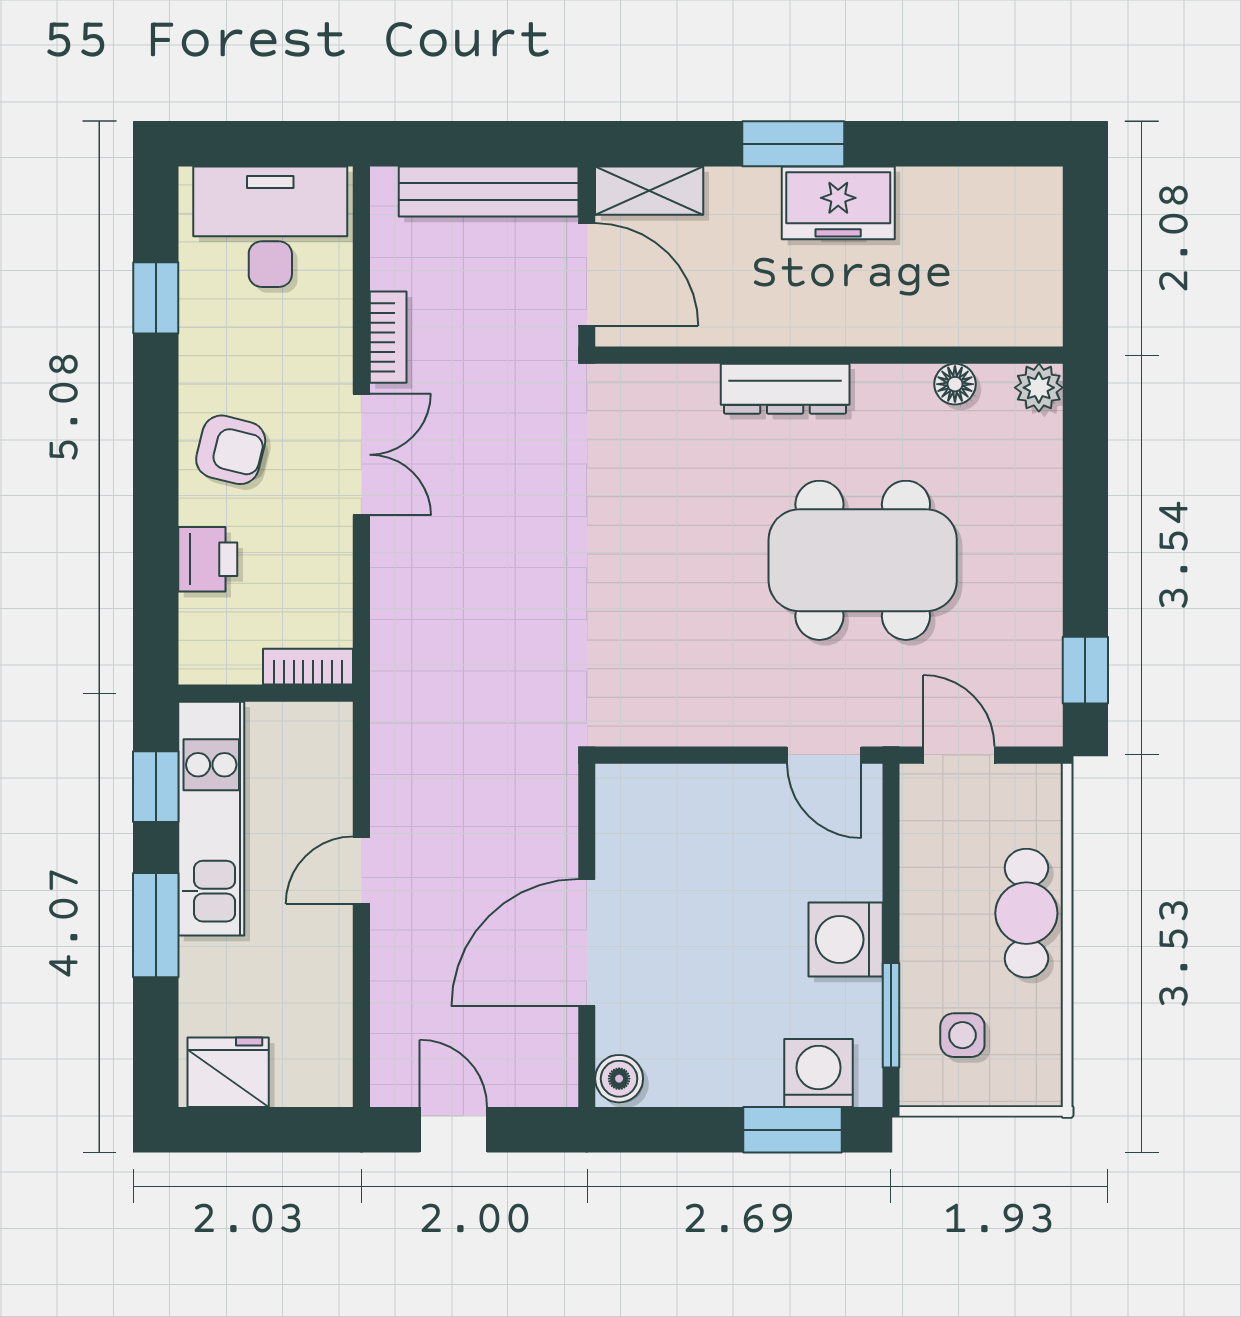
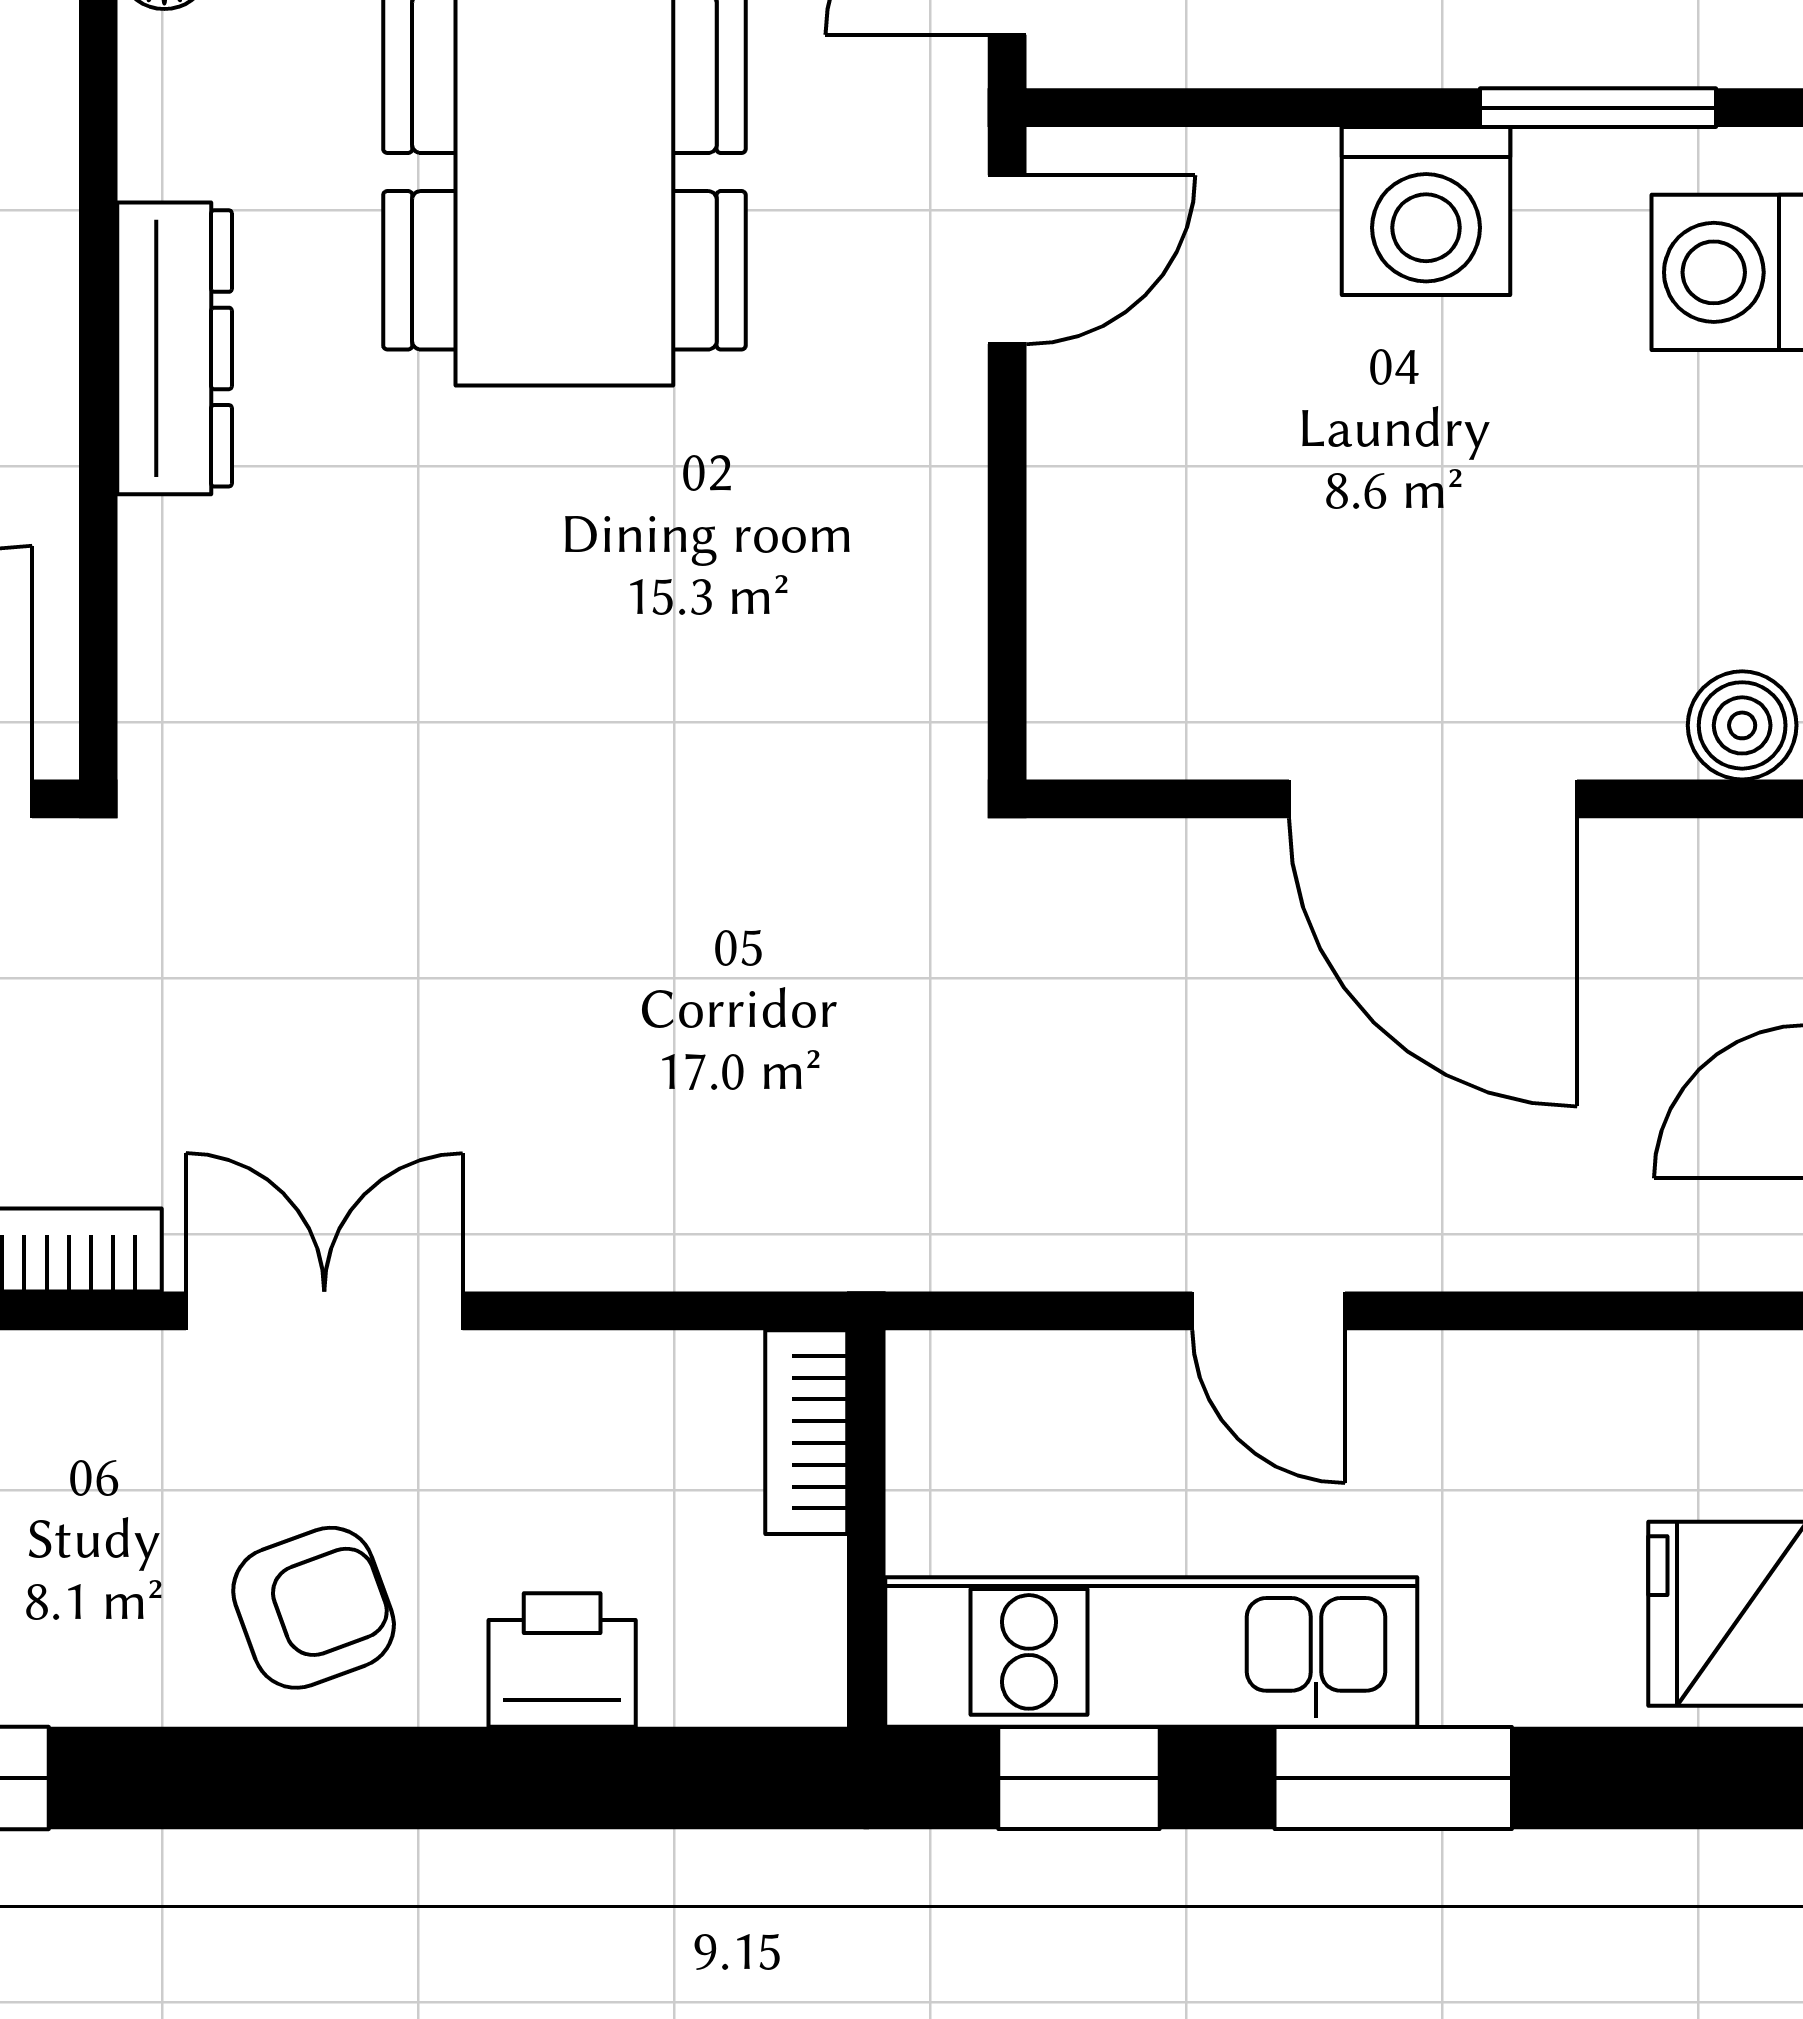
armchair: (231, 450) -> (314, 1608), turned 56

